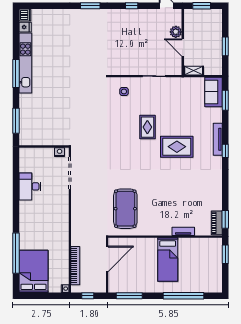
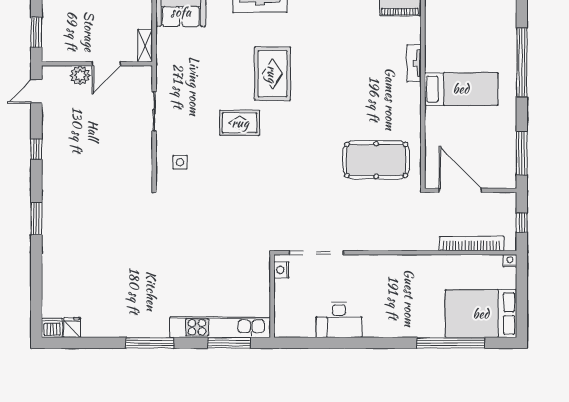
kitchen unit: (25, 63) -> (220, 327), moved

